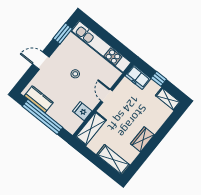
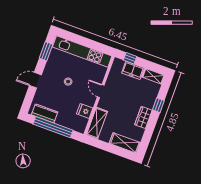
freezer: (138, 77) -> (133, 70), moved
window: (159, 79) -> (130, 58), moved
window: (163, 132) -> (158, 105), added

